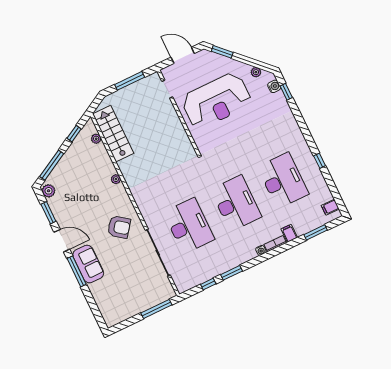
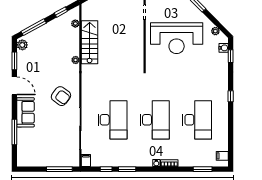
stairs: (113, 134) -> (90, 42), moved
window: (320, 161) -> (231, 96), moved
filing cabinet: (289, 233) -> (86, 161), moved
window: (77, 271) -> (14, 132), moved

